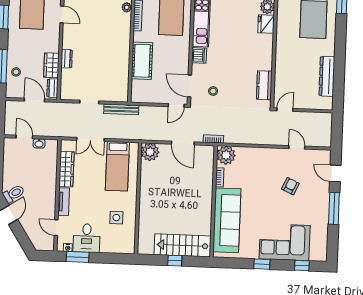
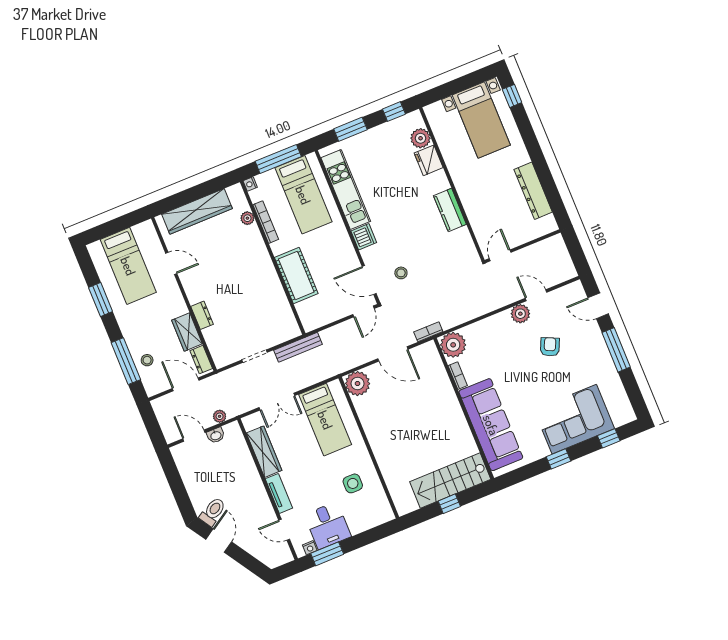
kitchen counter: (264, 85) -> (450, 210), moved
plant: (47, 132) -> (220, 416), added
plant: (281, 155) -> (520, 314), added

